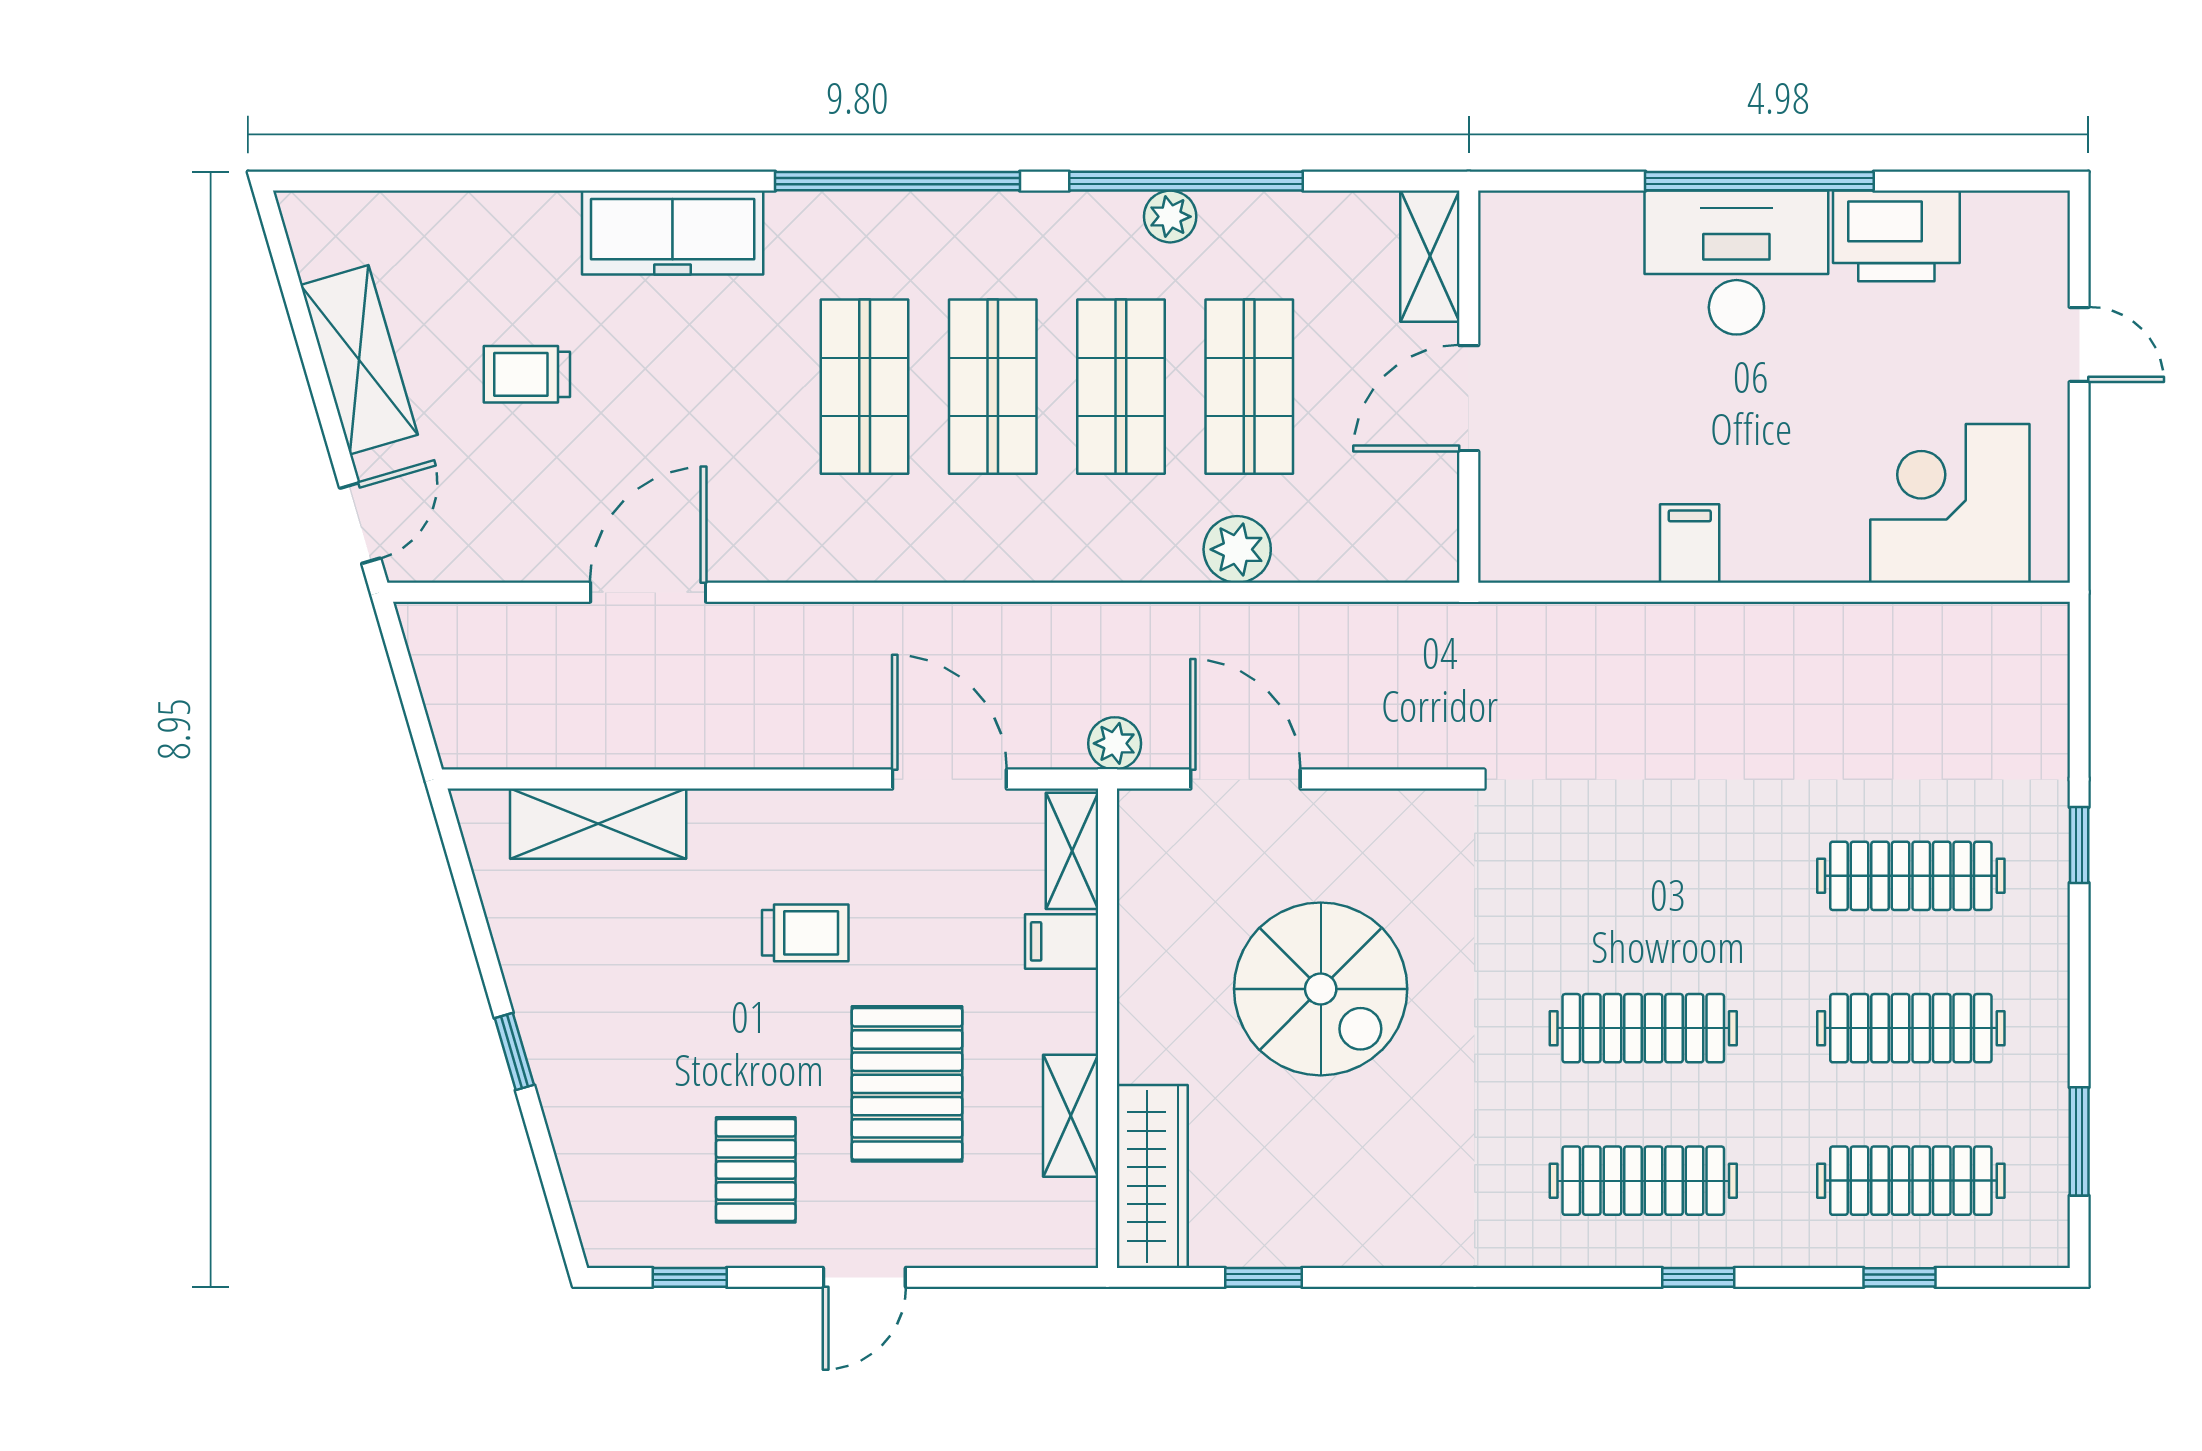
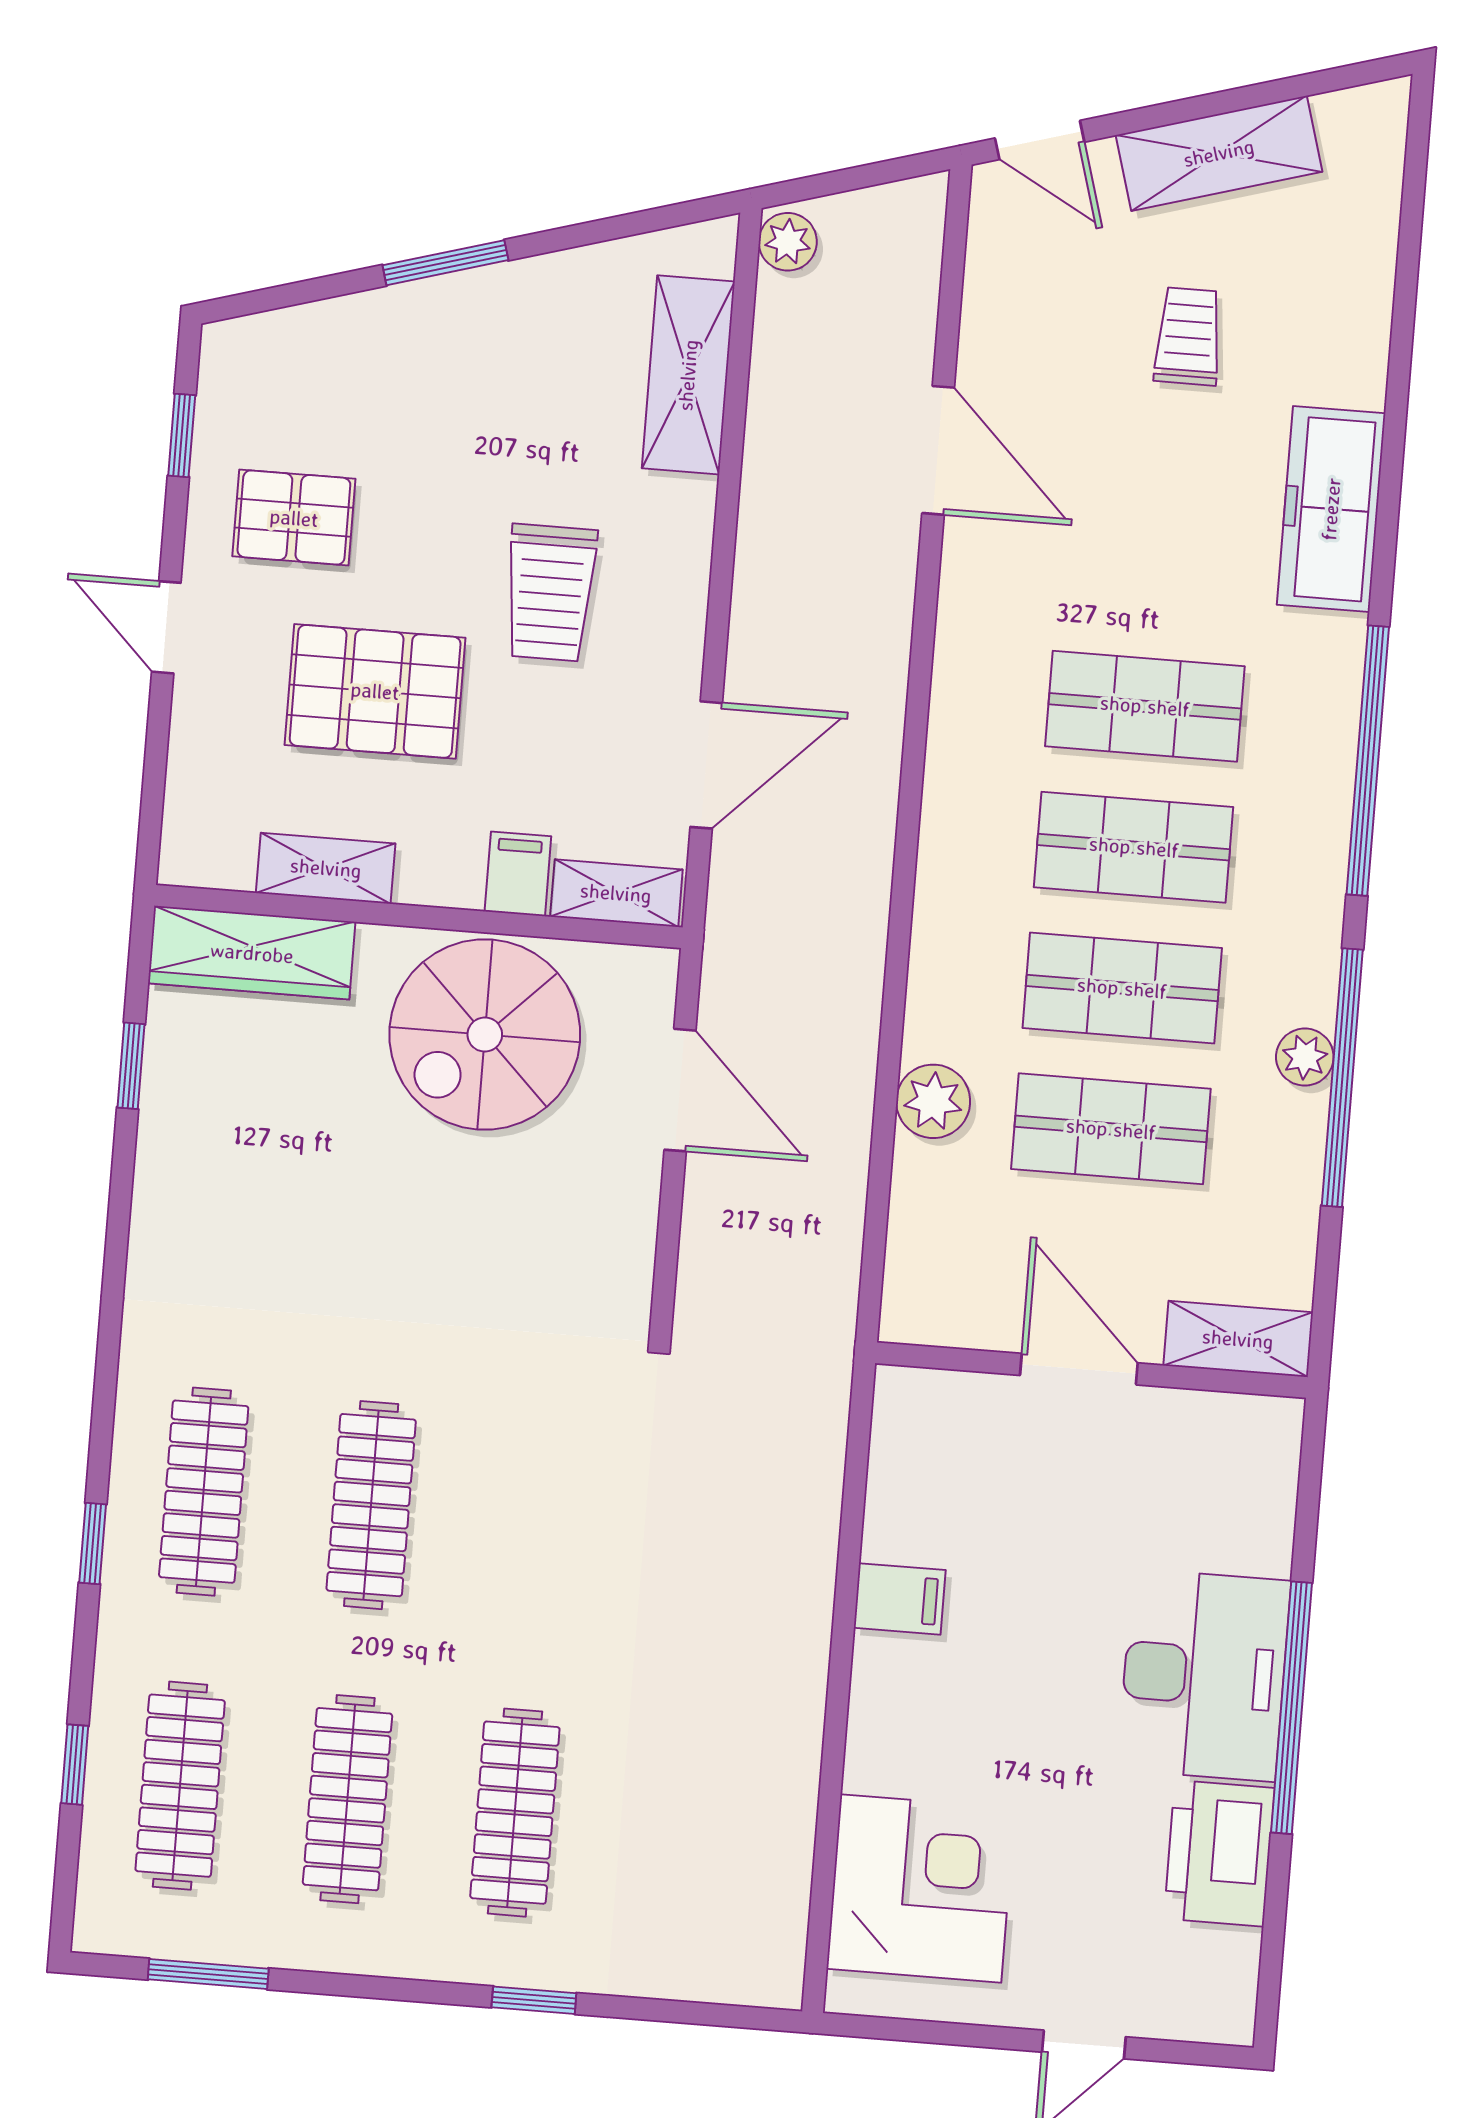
plant: (1115, 743) -> (788, 242), moved
door: (1245, 779) -> (680, 1090), hinge flipped
trolley: (805, 933) -> (550, 593), width x1.36, depth x1.39
spiral stairs: (1321, 989) -> (485, 1035), moved
window: (514, 1051) -> (445, 263), width x1.50

